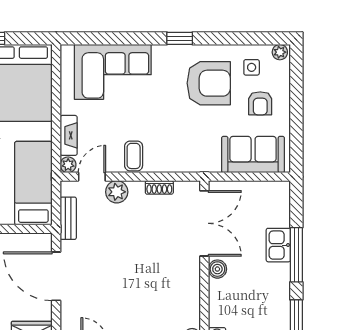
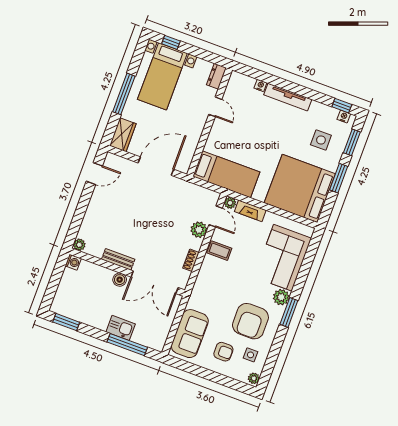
window: (180, 38) -> (289, 312), width x1.50
plant: (164, 56) -> (281, 297), added
armchair: (260, 103) -> (223, 352), turned 180
bench: (68, 218) -> (118, 259), moved
window: (296, 255) -> (127, 345), moved

